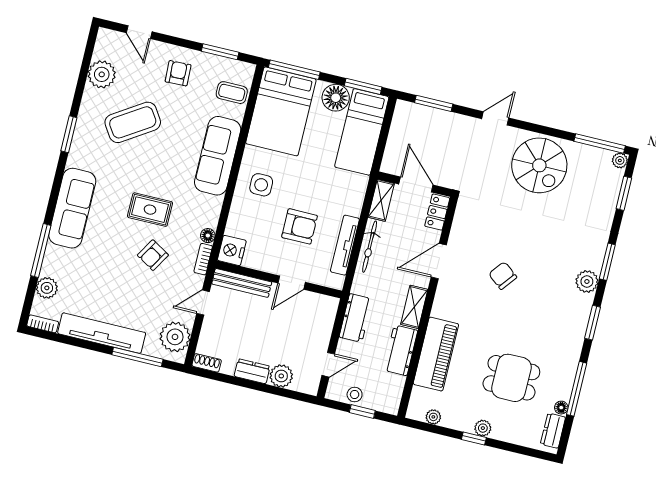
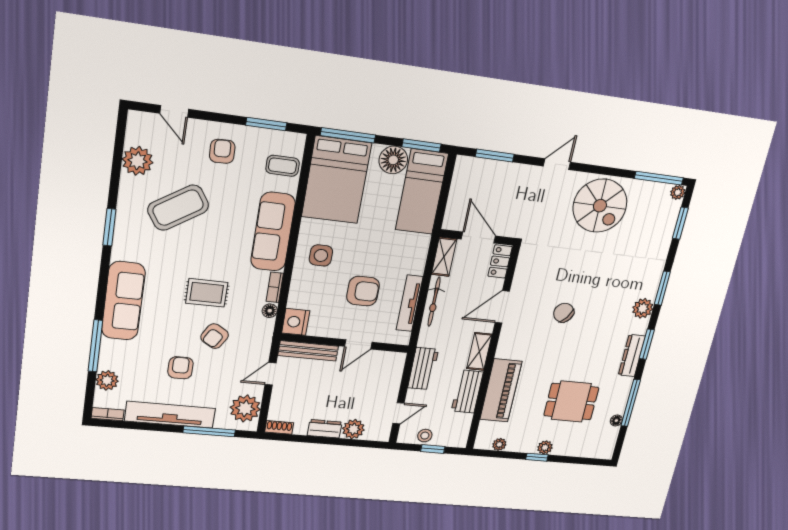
bookcase: (203, 259) -> (275, 287), moved
armchair: (117, 284) -> (180, 368), added
dresser: (553, 431) -> (632, 356), moved, width x1.44

